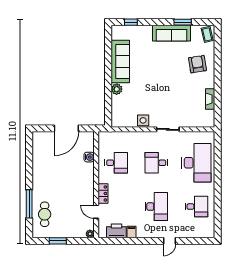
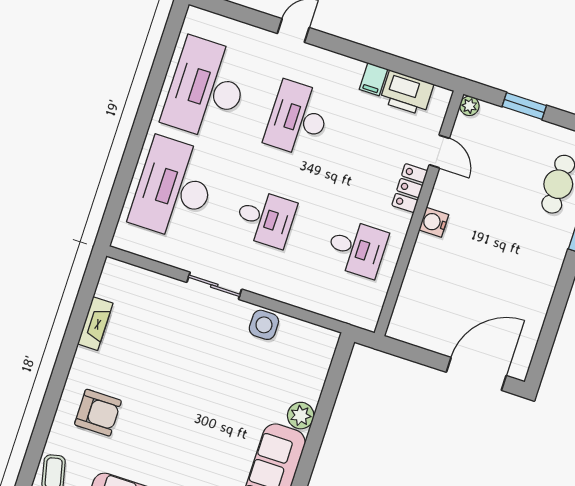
armchair: (197, 64) -> (98, 413), turned -81
door: (66, 128) -> (476, 374), moved
water cooler: (89, 157) -> (434, 222), moved
desk: (116, 163) -> (357, 248), turned 180
desk: (196, 207) -> (206, 89), width x1.87, depth x1.30
window: (58, 241) -> (524, 106), moved

